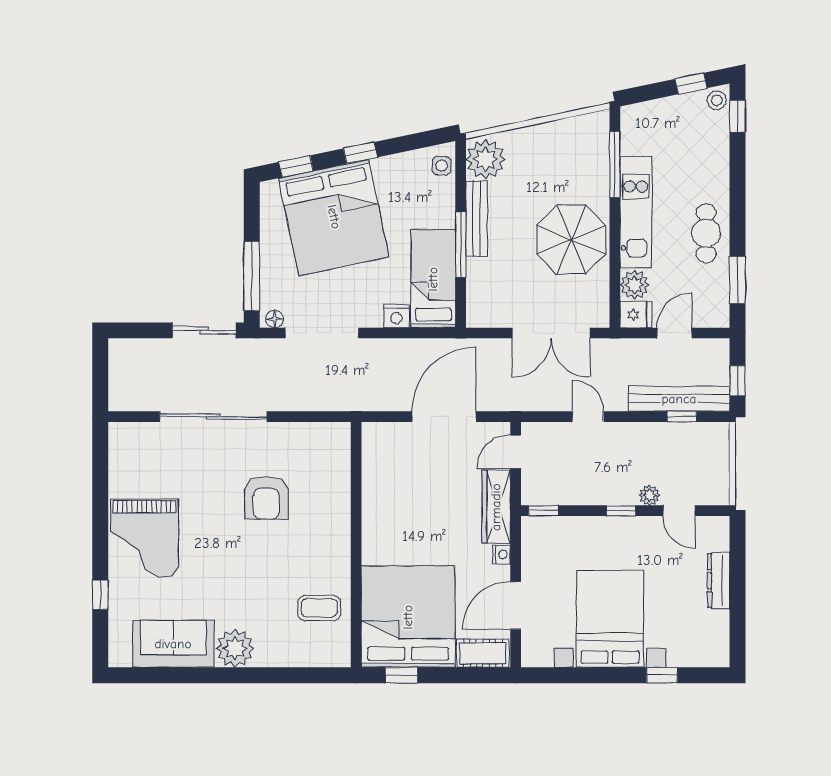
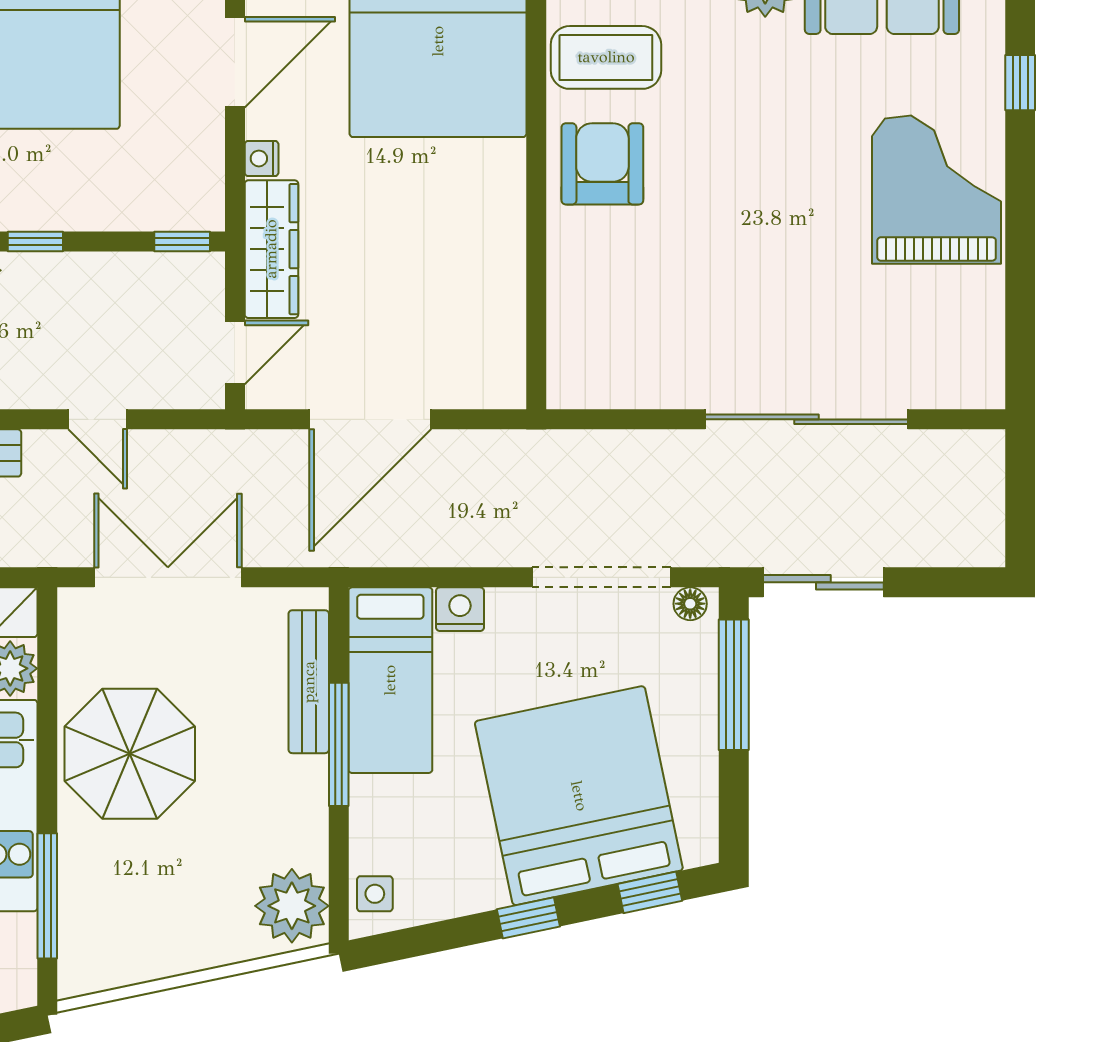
bench: (477, 219) -> (309, 682), moved
armchair: (266, 498) -> (602, 164), moved
coffee table: (319, 608) -> (606, 57), width x1.36, depth x1.30

